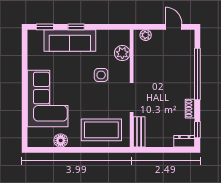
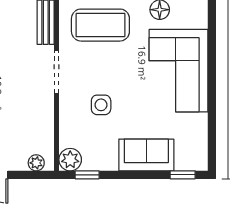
window: (76, 27) -> (87, 175), moved
sofa: (70, 40) -> (146, 155), width x0.73
plant: (122, 53) -> (70, 160), moved

